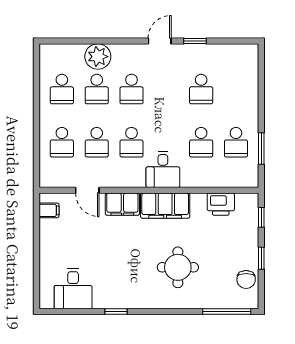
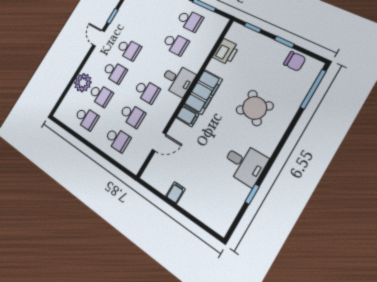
school desk: (201, 89) -> (129, 49), moved
filing cabinet: (122, 204) -> (187, 116), width x0.50
filing cabinet: (49, 210) -> (175, 193), moved
round table: (178, 267) -> (255, 108), turned -38
desk: (73, 289) -> (245, 164), moved
window: (116, 311) -> (252, 194), moved

